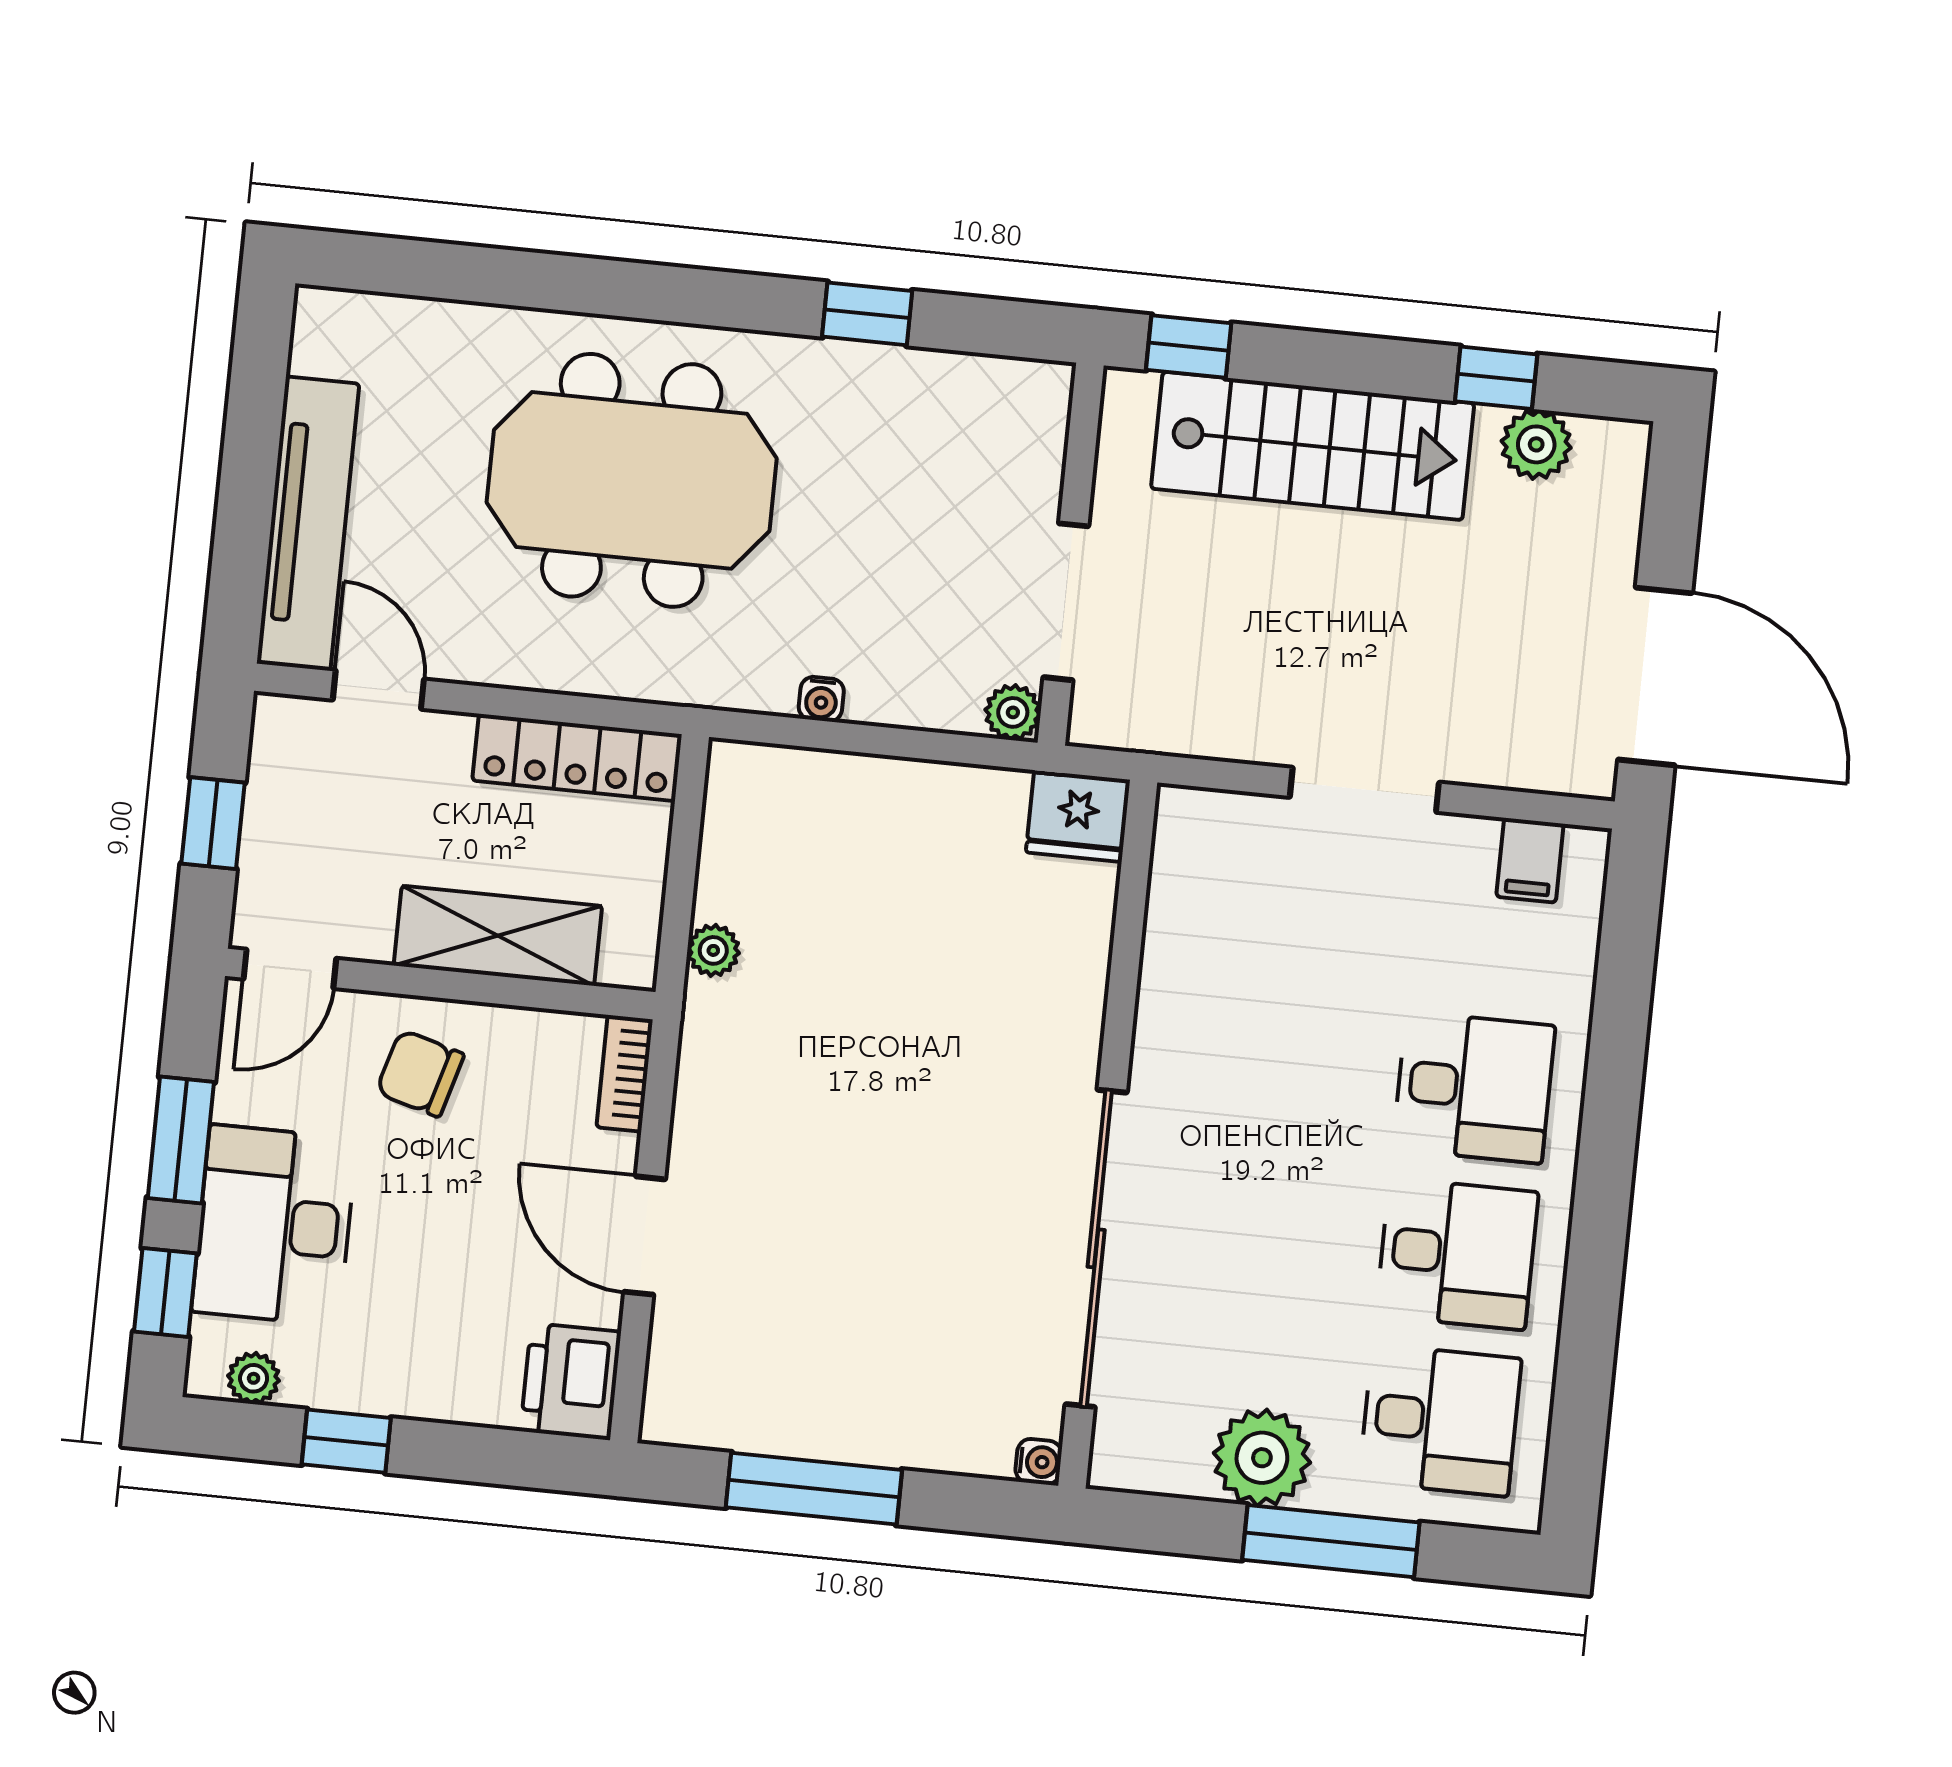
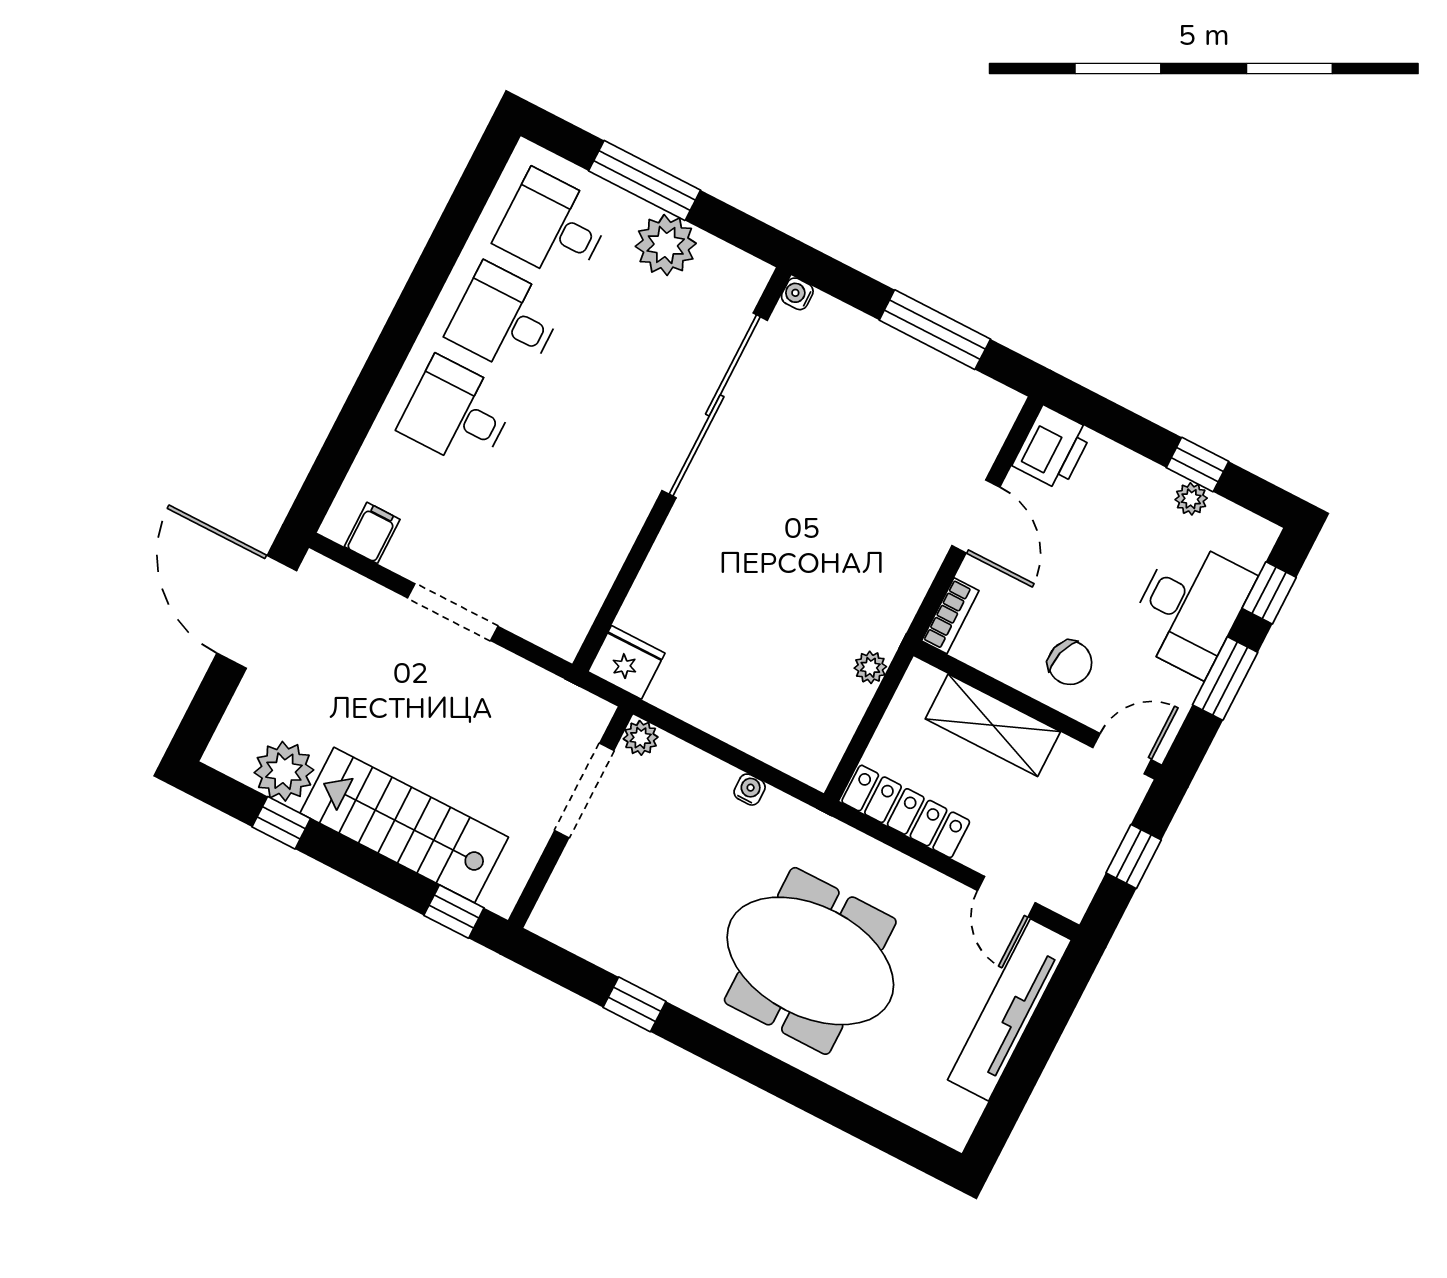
plant: (1536, 444) -> (284, 771), width x1.36, depth x1.36
plant: (254, 1378) -> (1191, 499), moved

